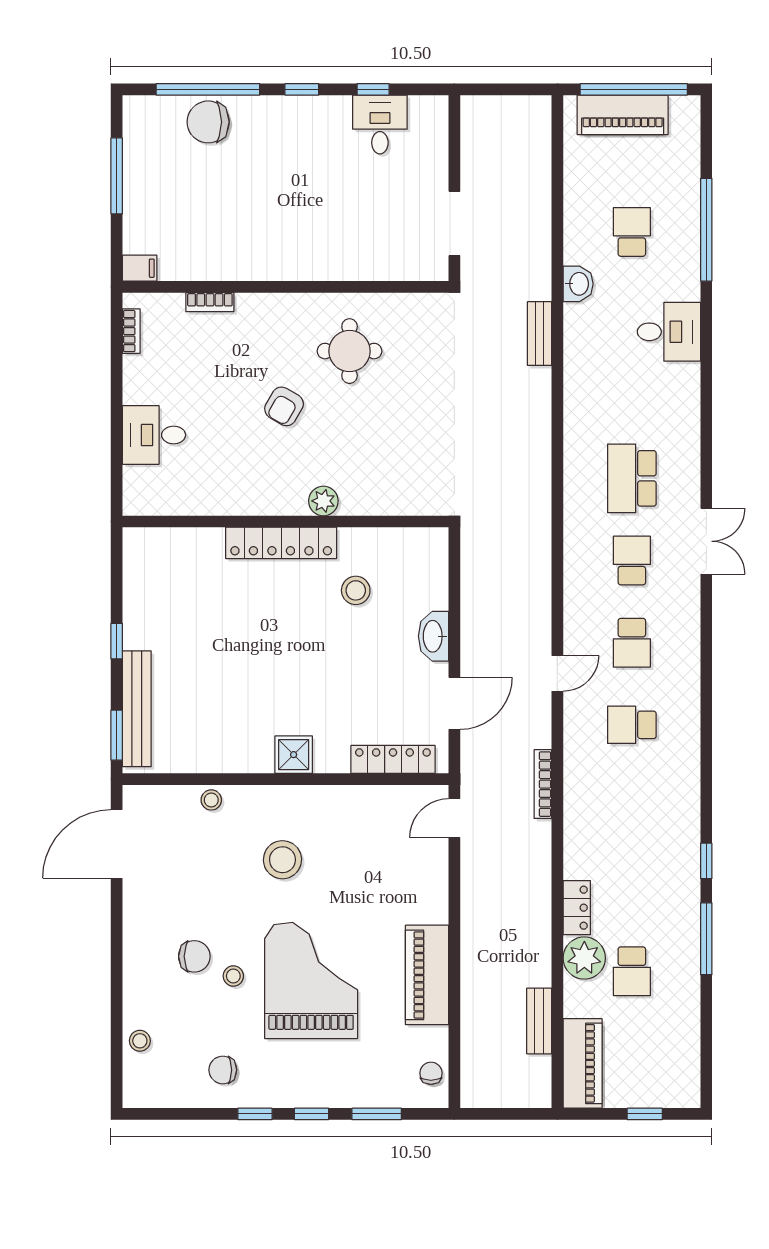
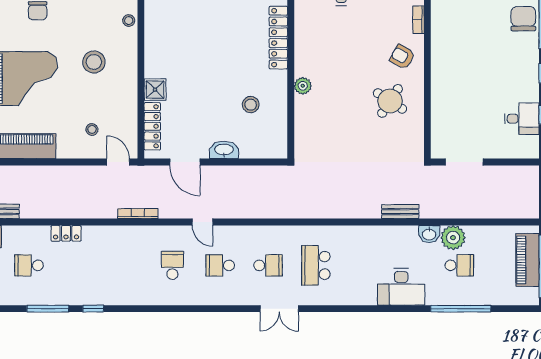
desk: (669, 332) -> (401, 287), width x1.37
round table: (350, 351) -> (390, 101), turned 33
armchair: (284, 406) -> (402, 57), moved
school desk: (632, 478) -> (316, 265), turned -90
locker: (281, 543) -> (278, 38), moved
shower: (294, 755) -> (155, 90), moved
plant: (584, 958) -> (453, 238), moved
stool: (233, 976) -> (92, 129), moved

